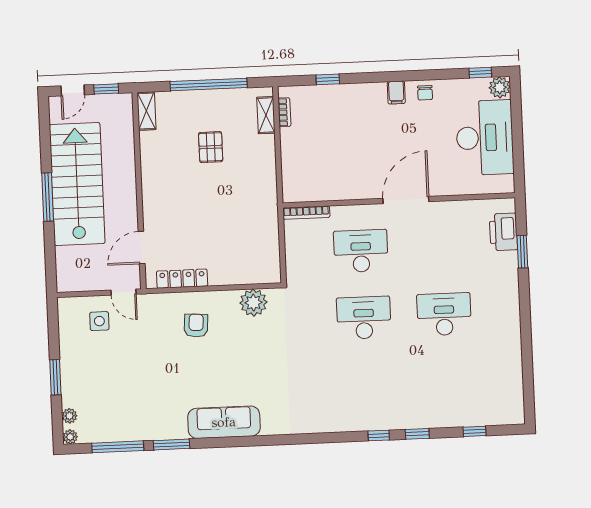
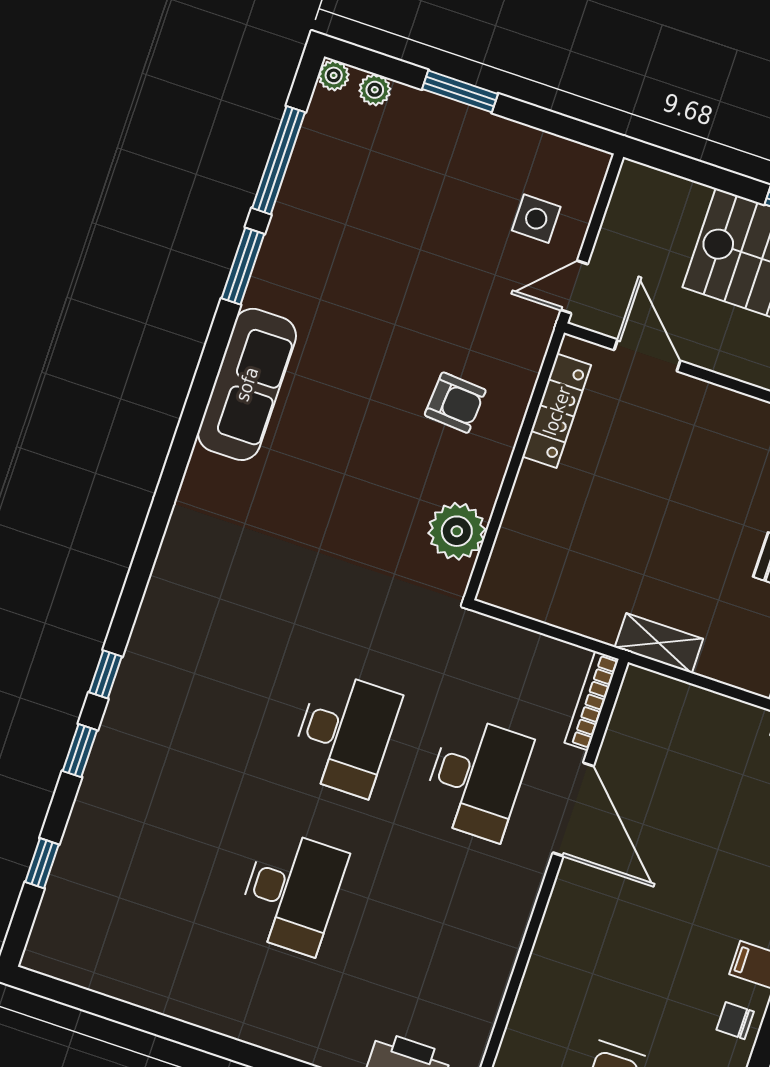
shelving: (269, 192) -> (659, 643), added
door: (406, 200) -> (573, 809), moved

